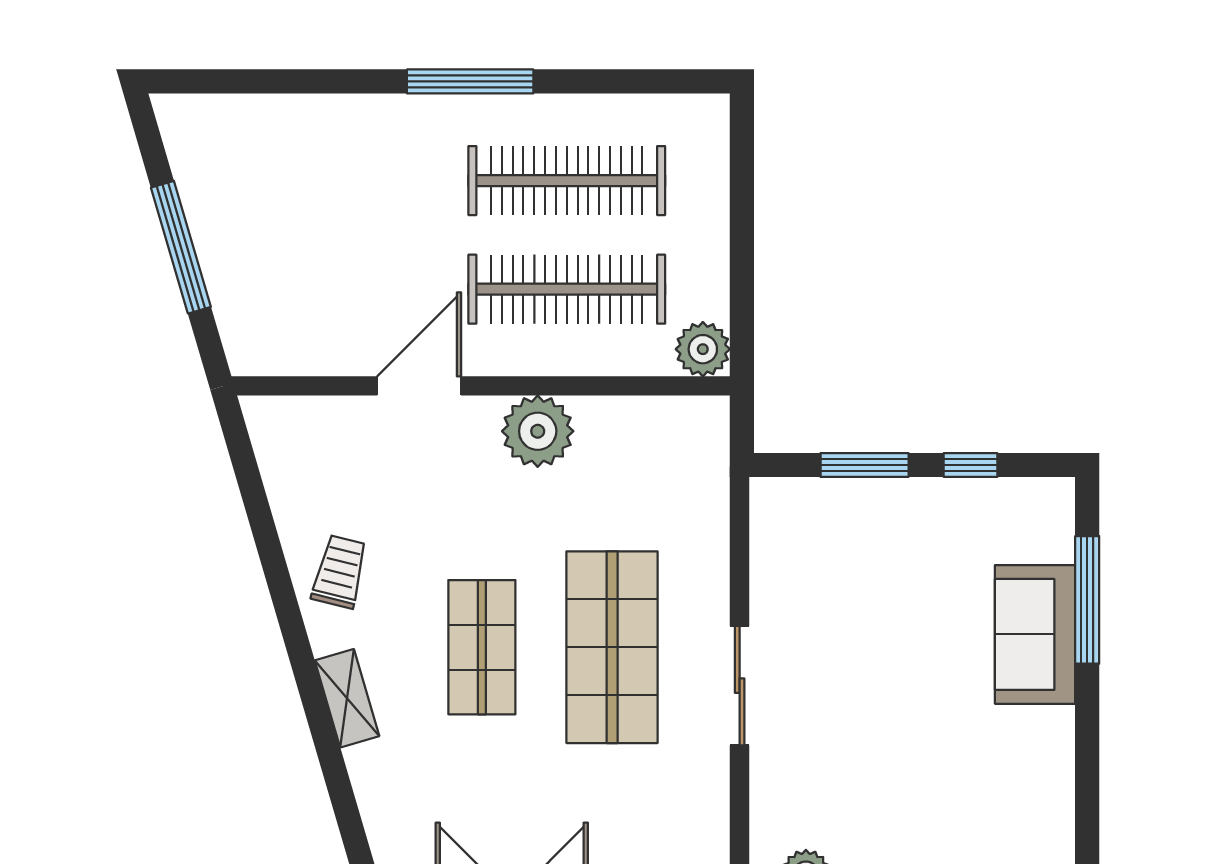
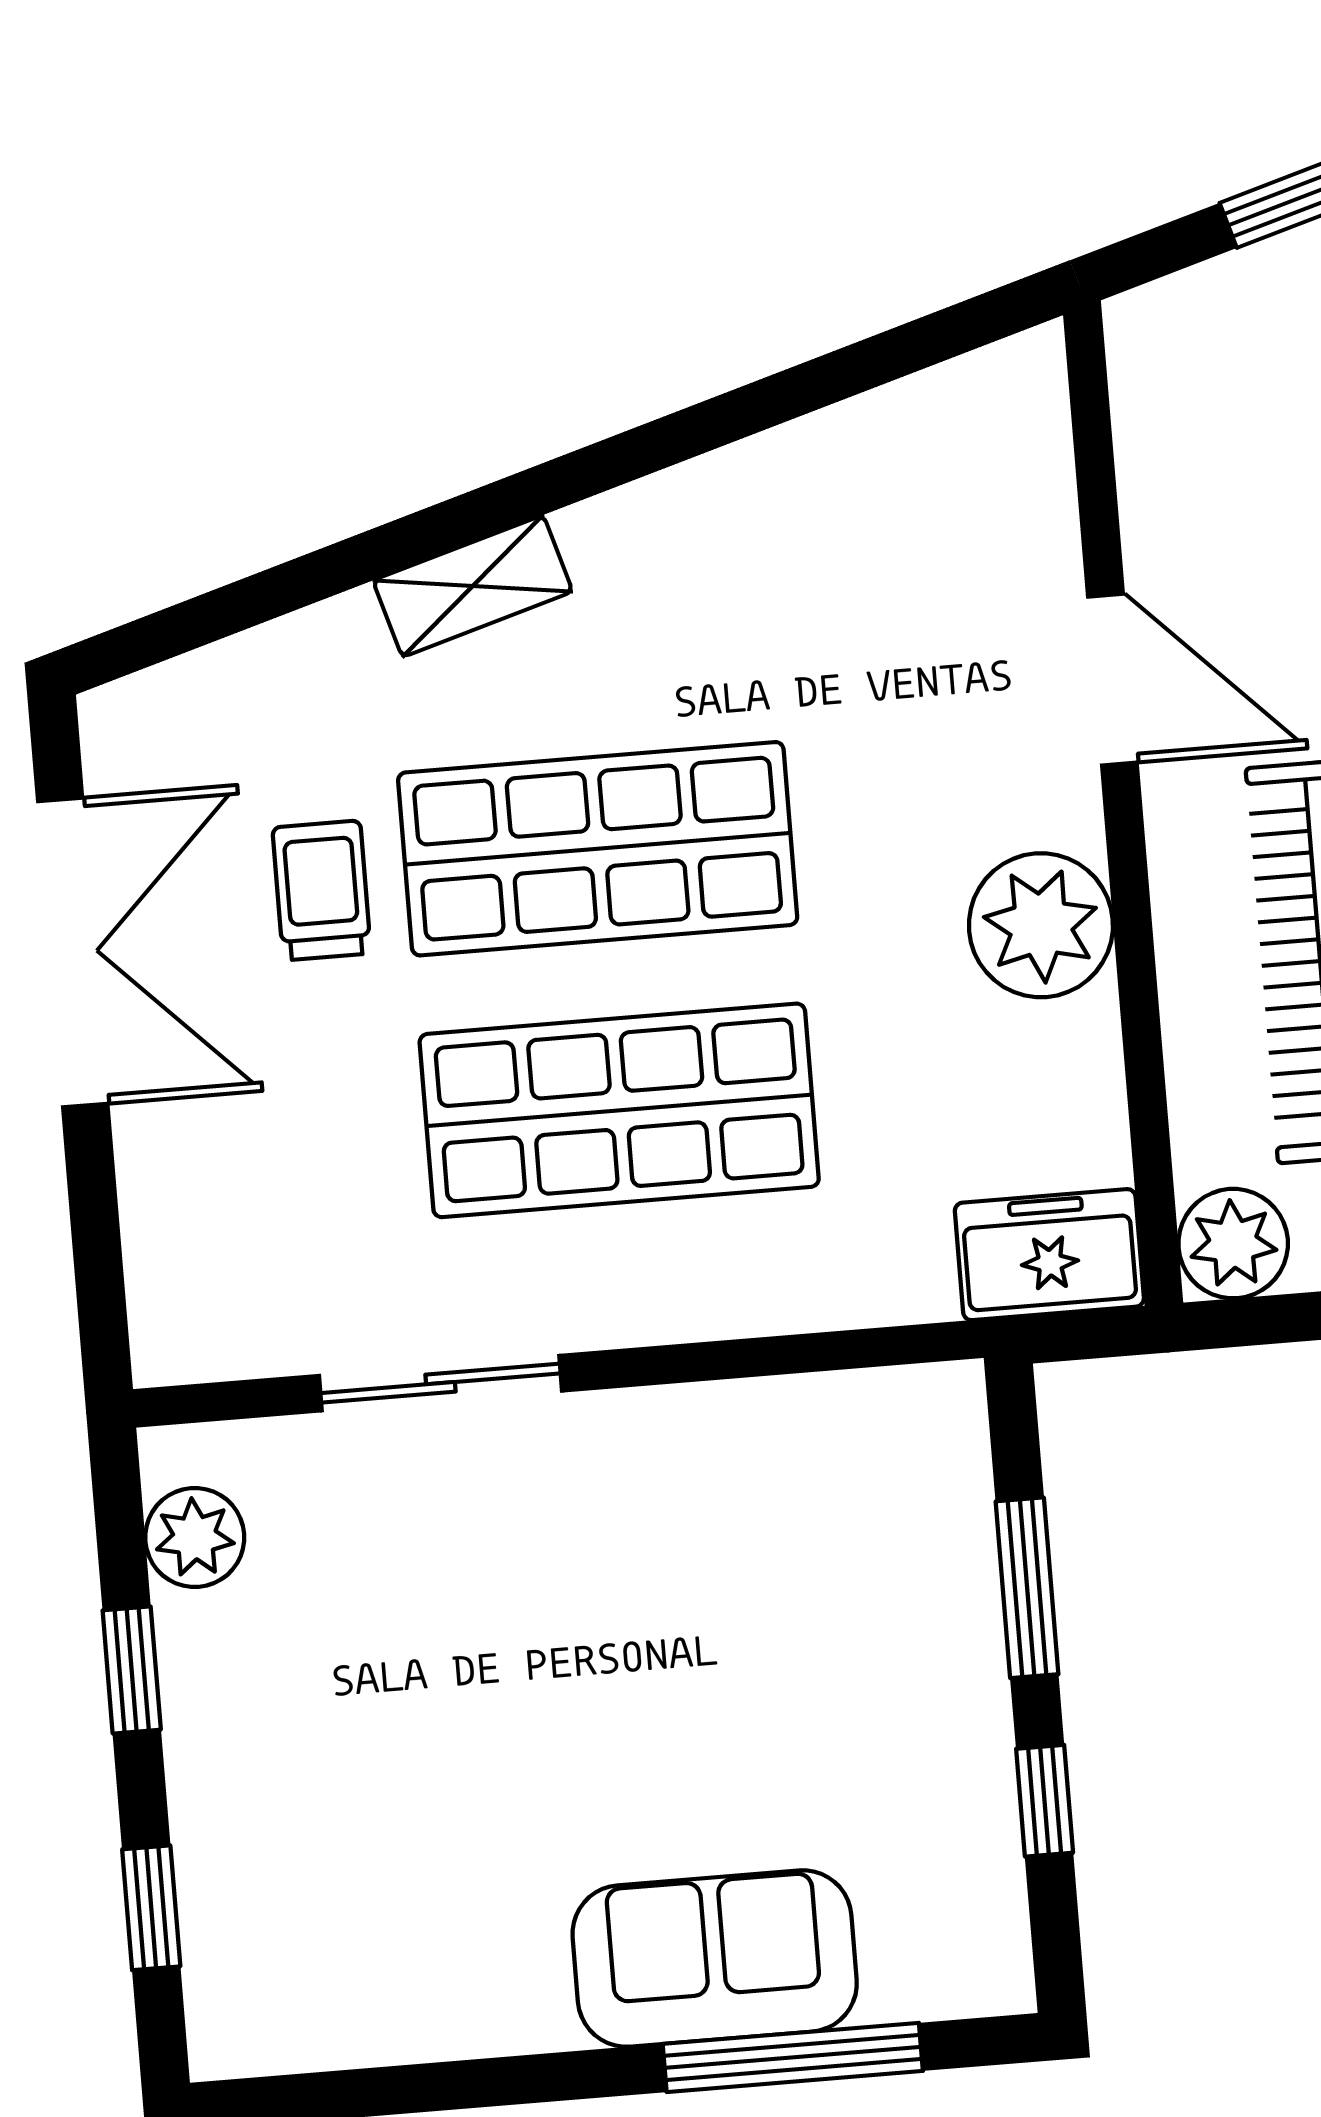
freezer: (701, 440) -> (1049, 1255), added
trolley: (340, 572) -> (322, 890), moved, turned -104
shop shelf: (482, 647) -> (598, 849), width x1.43, depth x1.36
sliding door: (740, 686) -> (441, 1383), moved

